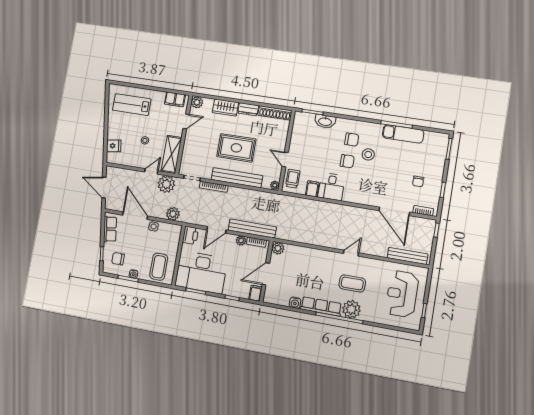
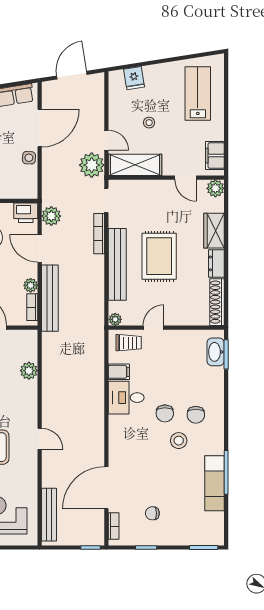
washbasin: (325, 121) -> (216, 352), moved
plant: (173, 214) -> (51, 216), moved
plant: (278, 248) -> (29, 371), moved

